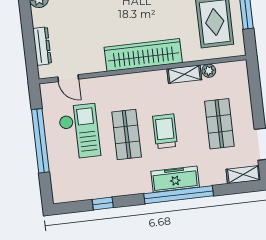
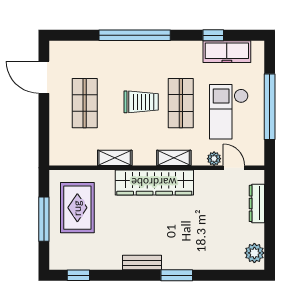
plant: (209, 71) -> (214, 159), moved
trolley: (165, 131) -> (141, 102), turned -90
shelving: (243, 175) -> (174, 158), moved
freezer: (175, 179) -> (227, 52), moved

